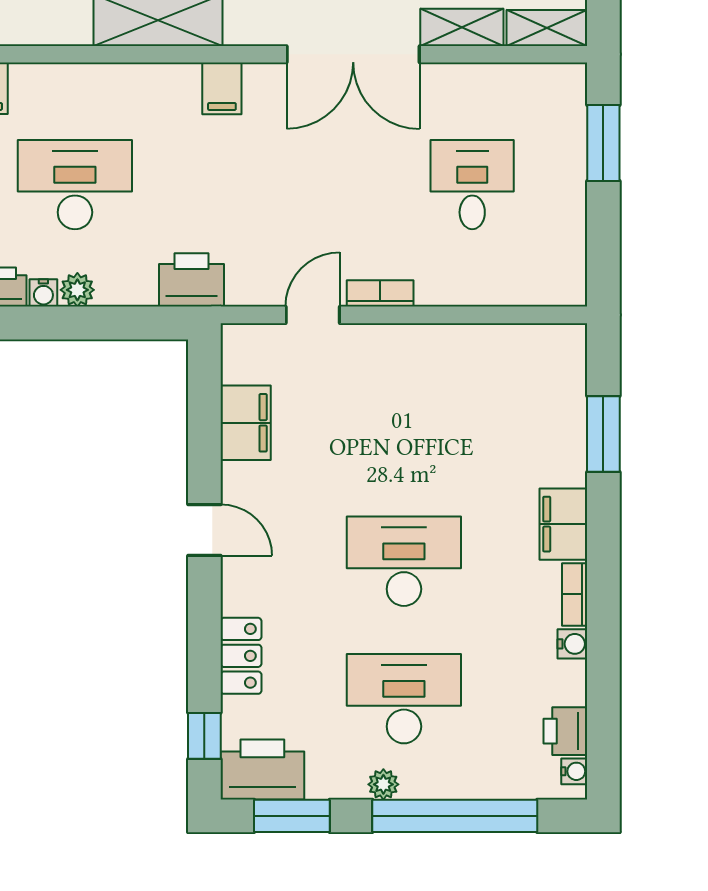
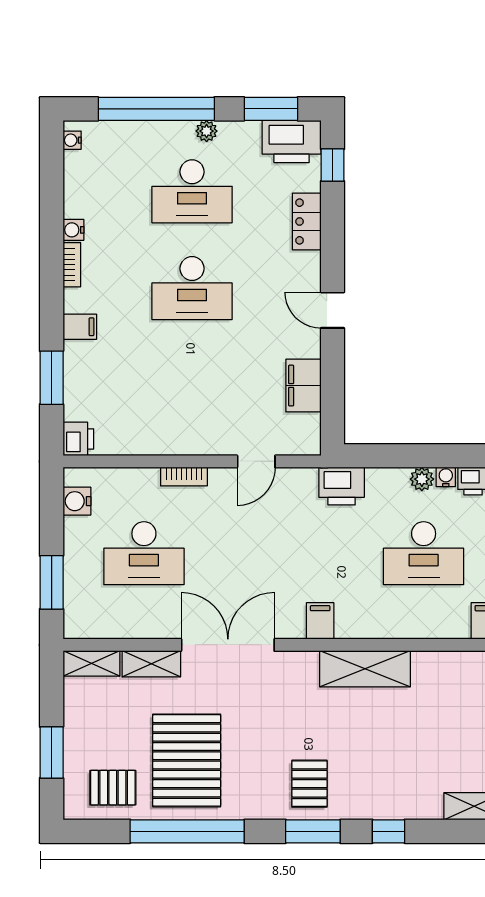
desk: (472, 185) -> (144, 553), width x1.37
water cooler: (567, 259) -> (77, 501), added
bookcase: (380, 293) -> (184, 477), moved
filing cabinet: (563, 524) -> (80, 327), width x0.50
printer: (565, 731) -> (78, 439), moved

